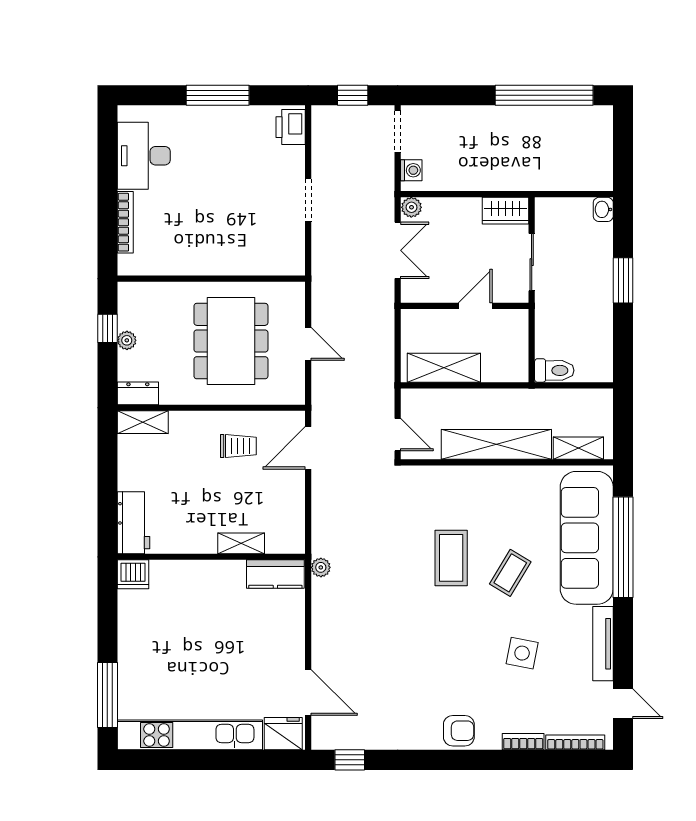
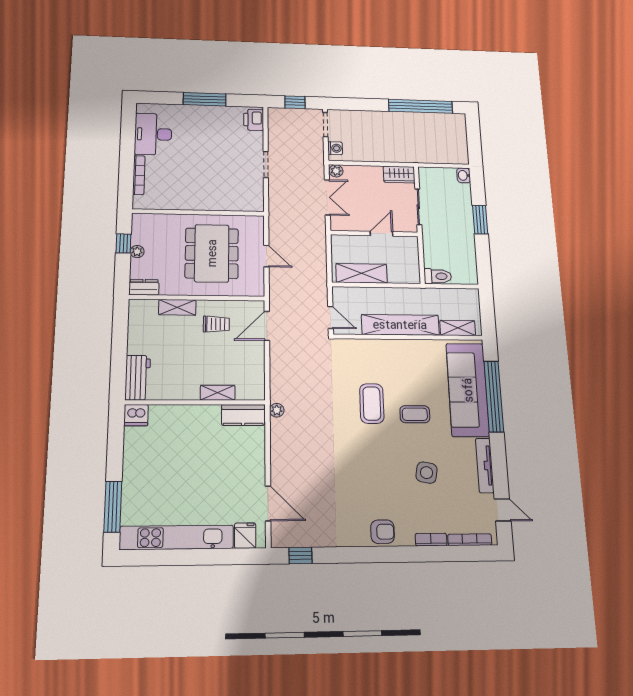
shelving: (143, 422) -> (177, 307), moved
coffee table: (510, 573) -> (415, 414), turned 59
fridge: (283, 734) -> (245, 536), width x0.72

